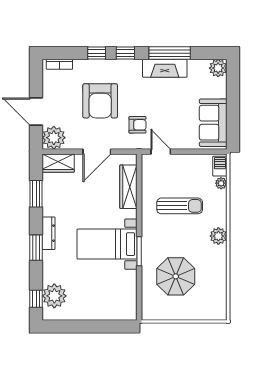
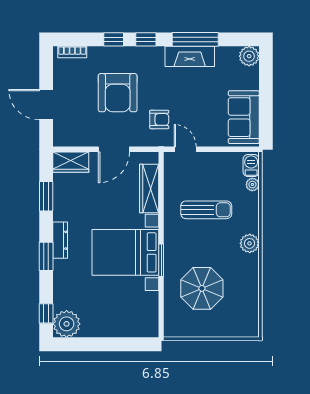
plant: (54, 138) -> (66, 134), removed
bed with nightstands: (107, 244) -> (125, 252), width x1.36
plant: (54, 296) -> (67, 324), moved

